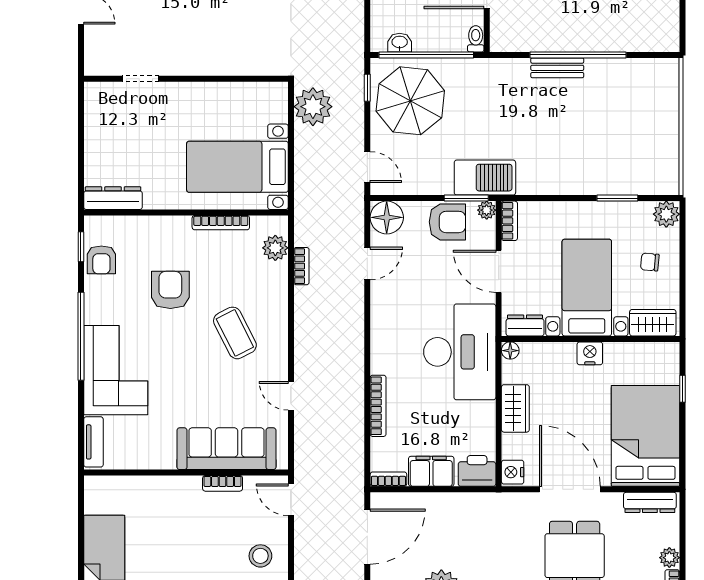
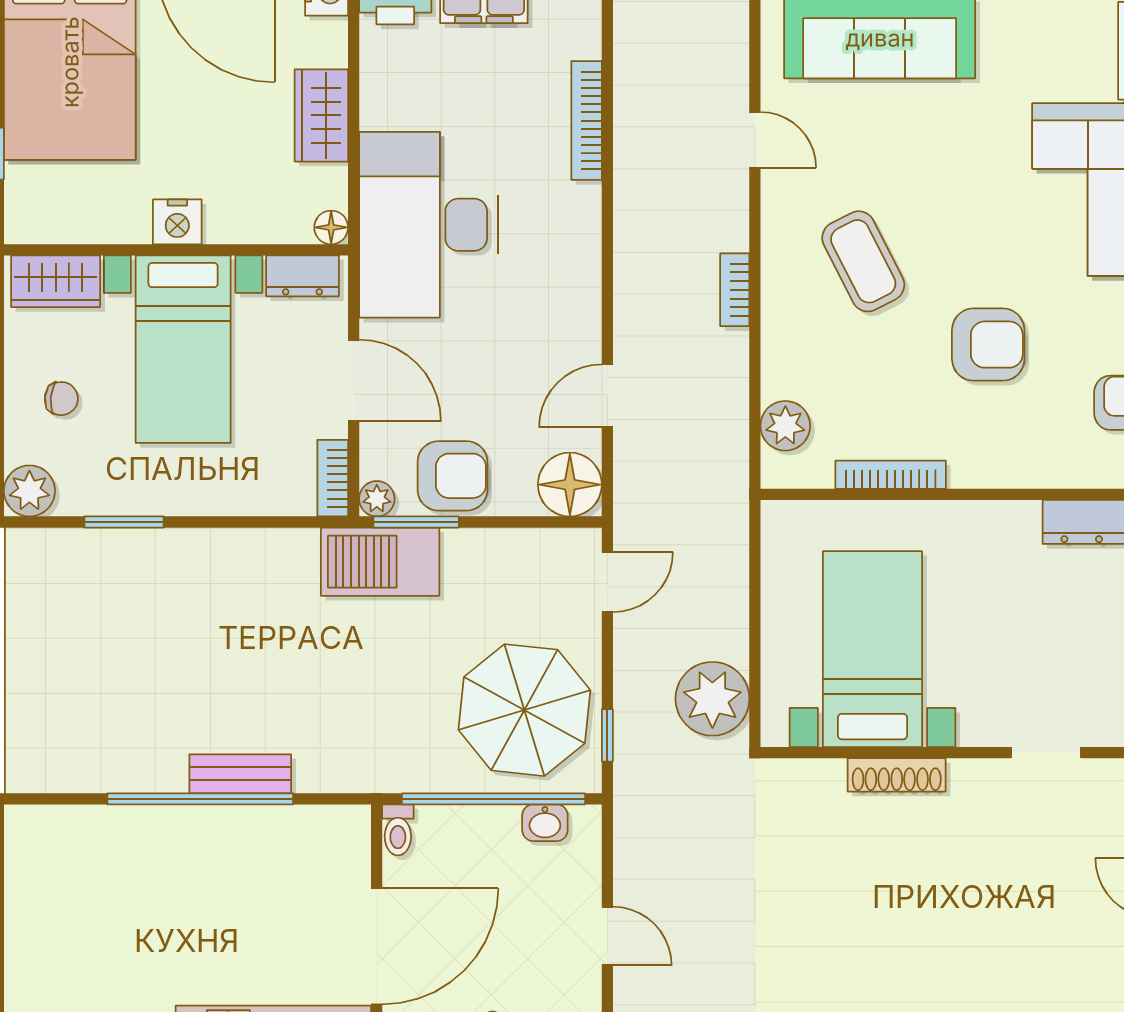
shoe rack: (218, 67) -> (897, 775), added
bed with nightstands: (237, 167) -> (872, 649), moved, turned -90
door: (367, 167) -> (607, 582), swing flipped
armchair: (447, 222) -> (453, 476), turned 180
bookcase: (301, 266) -> (735, 290), moved
armchair: (170, 290) -> (988, 345), turned -90

